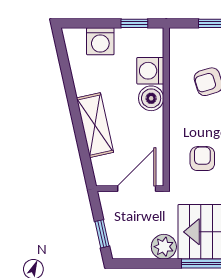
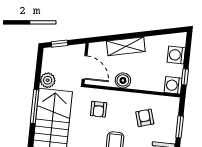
washing machine: (150, 71) -> (173, 85), moved, turned -90
boiler: (151, 98) -> (123, 80), moved
armchair: (202, 159) -> (99, 109), turned 90

